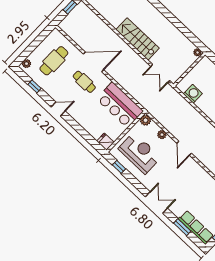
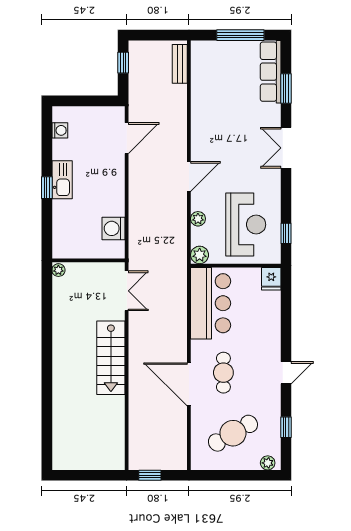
cafe table: (54, 61) -> (233, 433), turned -30
door: (58, 109) -> (286, 373), swing flipped
reception desk: (140, 153) -> (246, 225), turned 180

